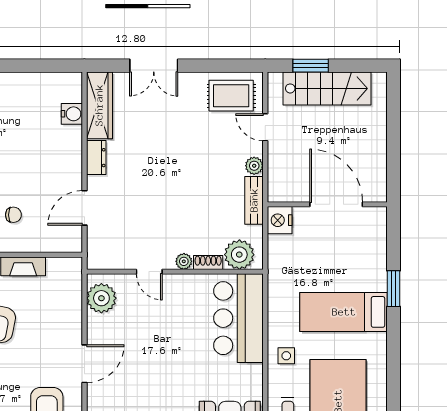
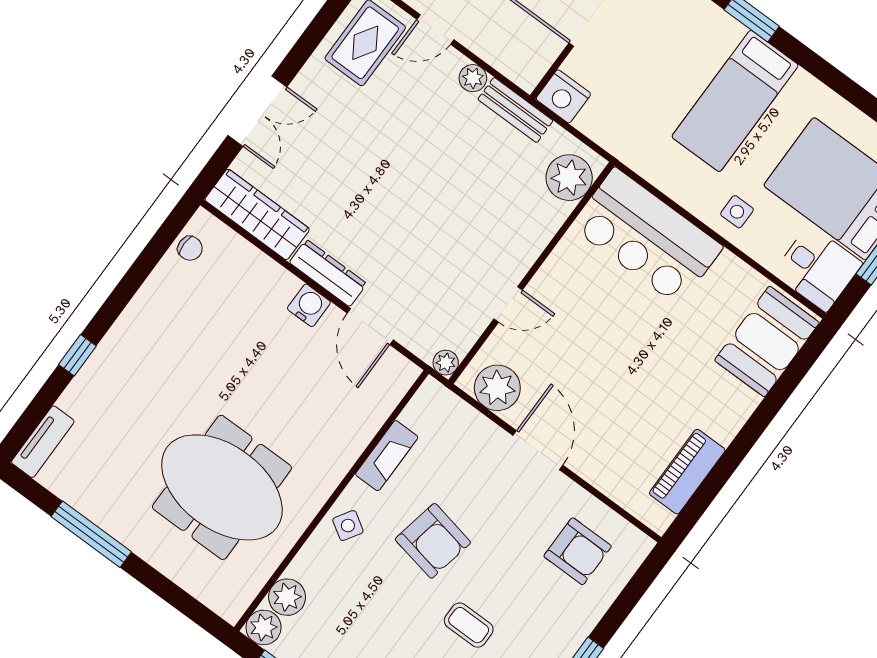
water cooler: (72, 114) -> (309, 305), moved
dresser: (96, 158) -> (328, 273), width x1.44
chair: (13, 215) -> (190, 248), moved, turned 90
plant: (184, 261) -> (446, 363), moved
shoe rack: (208, 262) -> (550, 223), removed
door: (84, 364) -> (538, 450), moved

